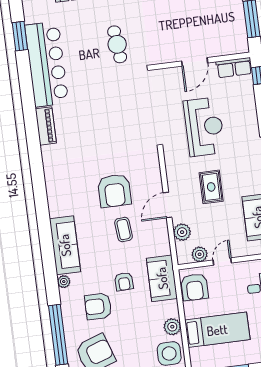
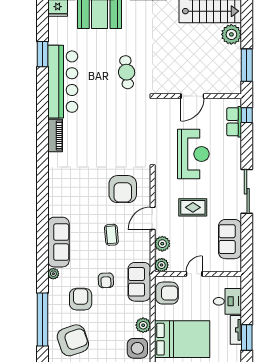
row of seats: (234, 68) -> (234, 122), moved, turned 90
rug: (211, 187) -> (193, 207), turned 90
armchair: (114, 191) -> (123, 189), moved
plant: (200, 254) -> (162, 265), moved
armchair: (194, 287) -> (167, 293), turned -90
armchair: (98, 306) -> (81, 299), turned 90
bed: (217, 330) -> (182, 339), width x1.50

